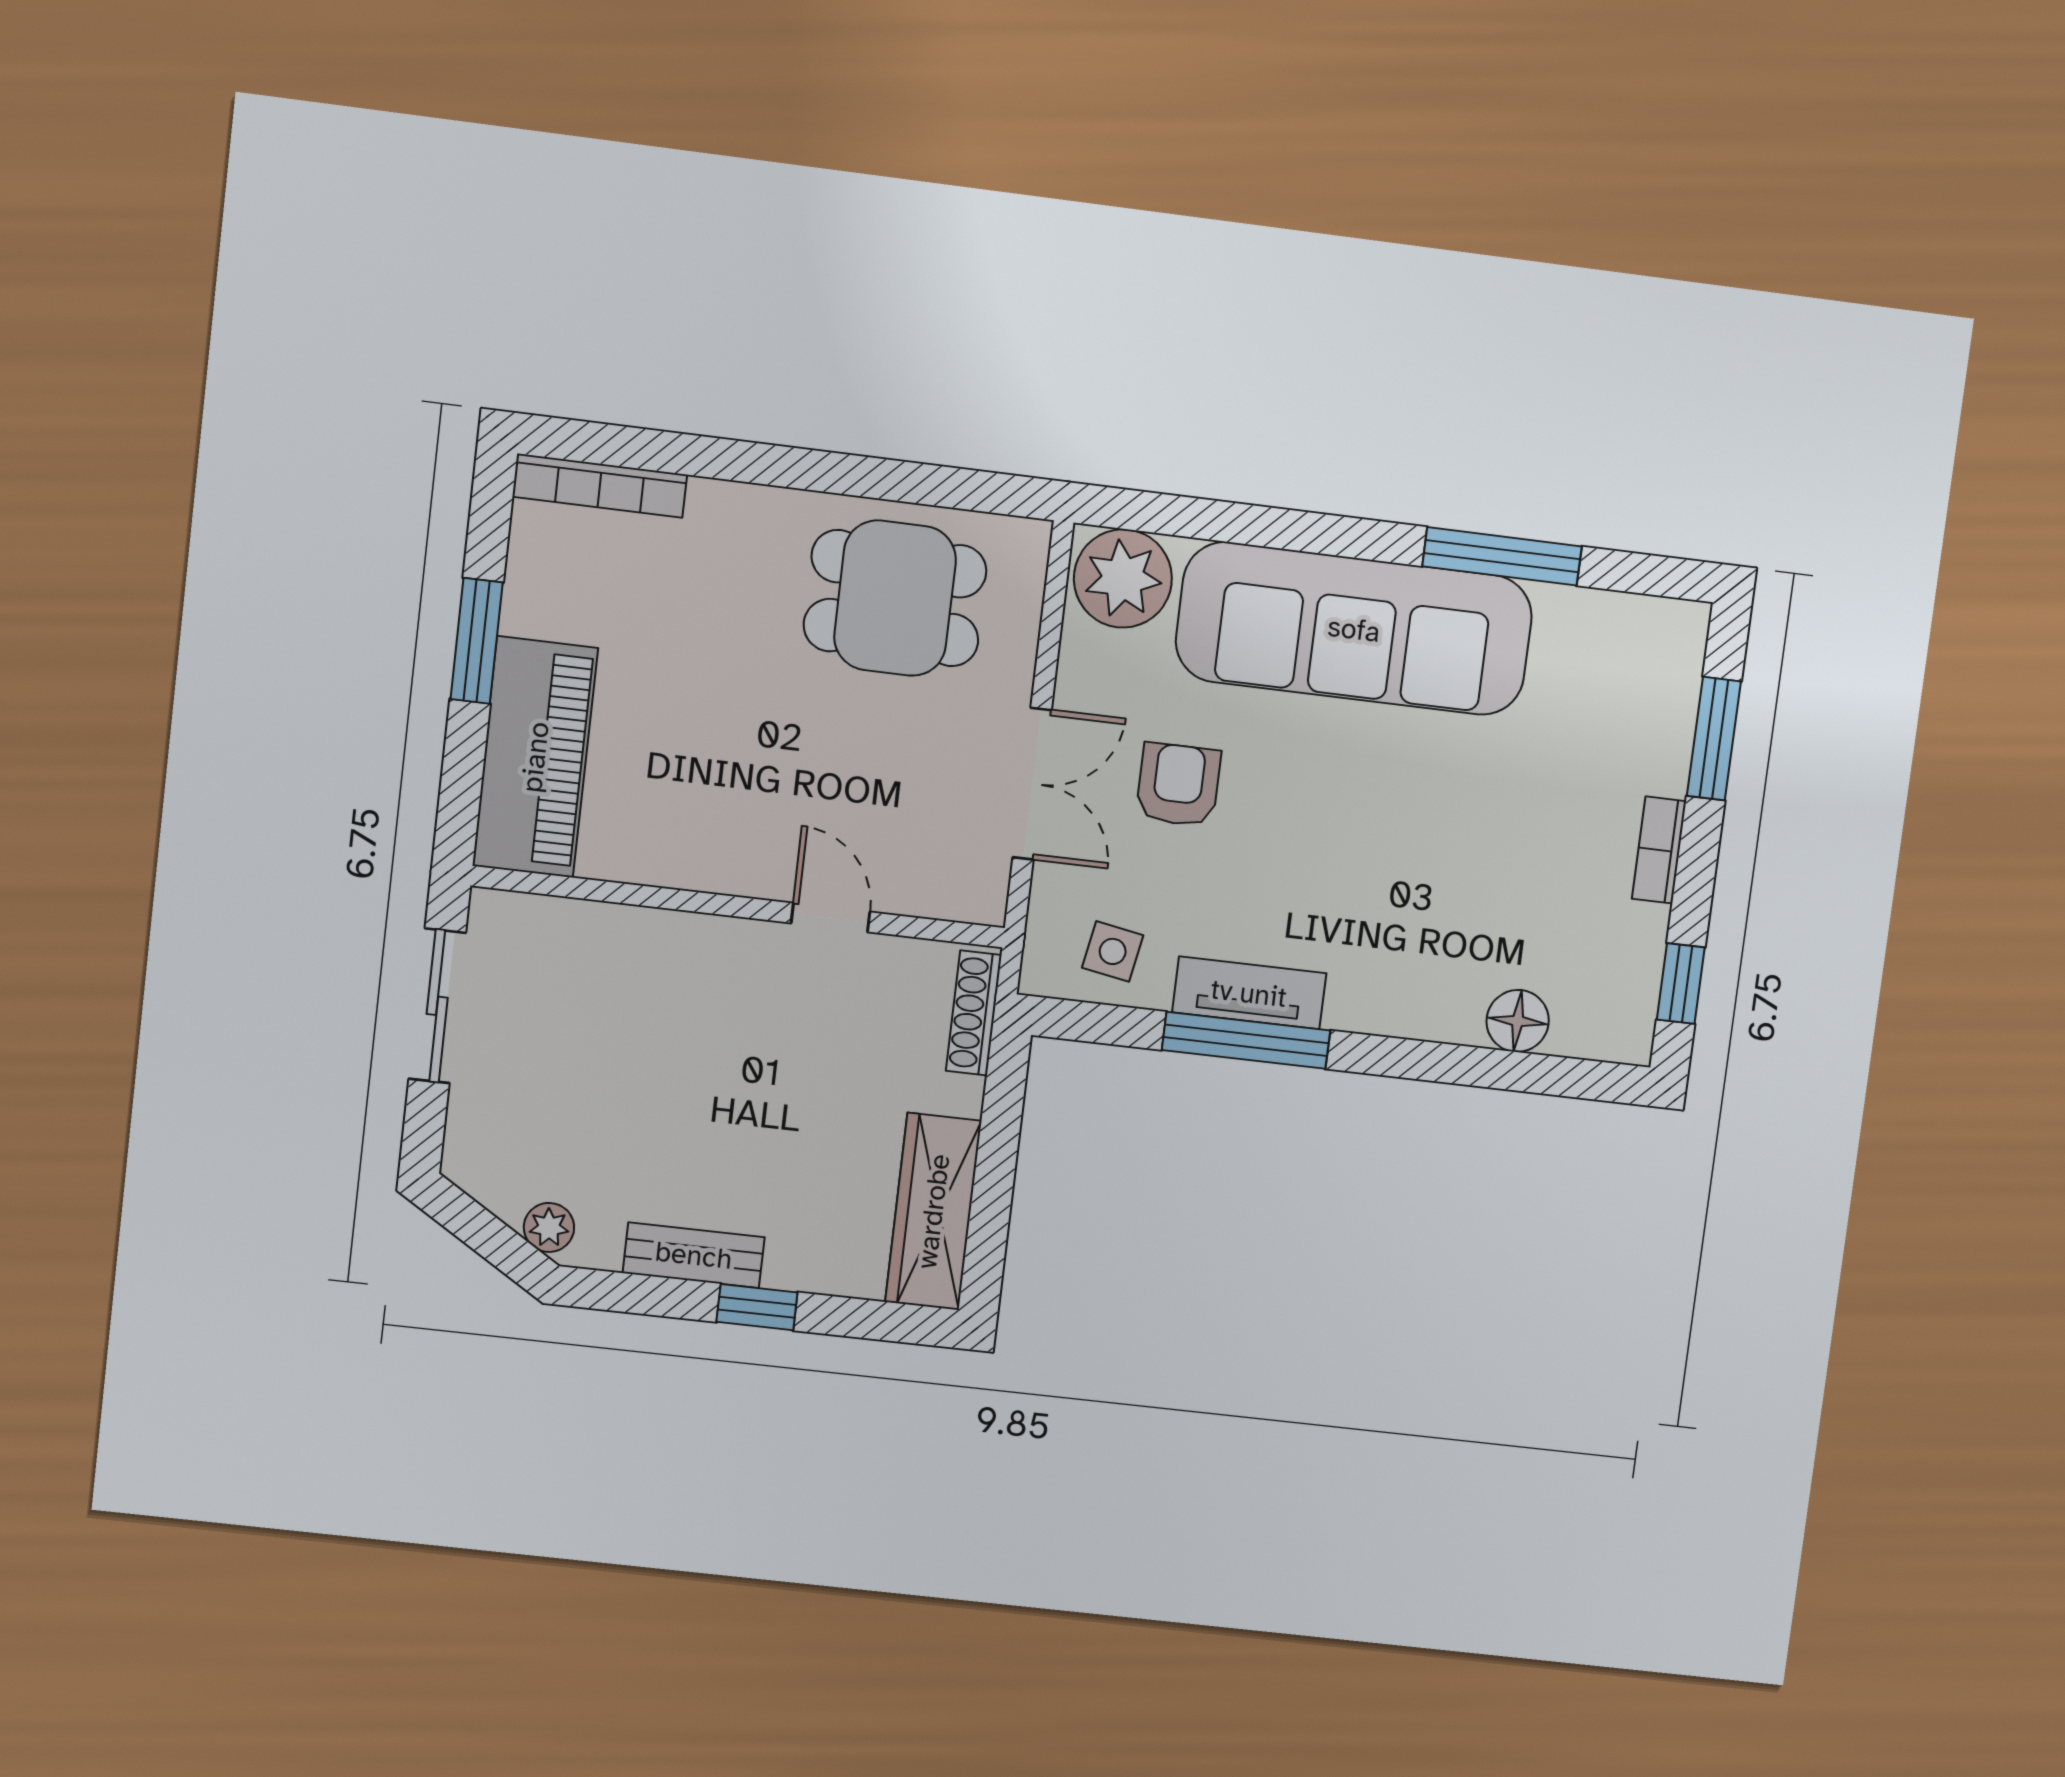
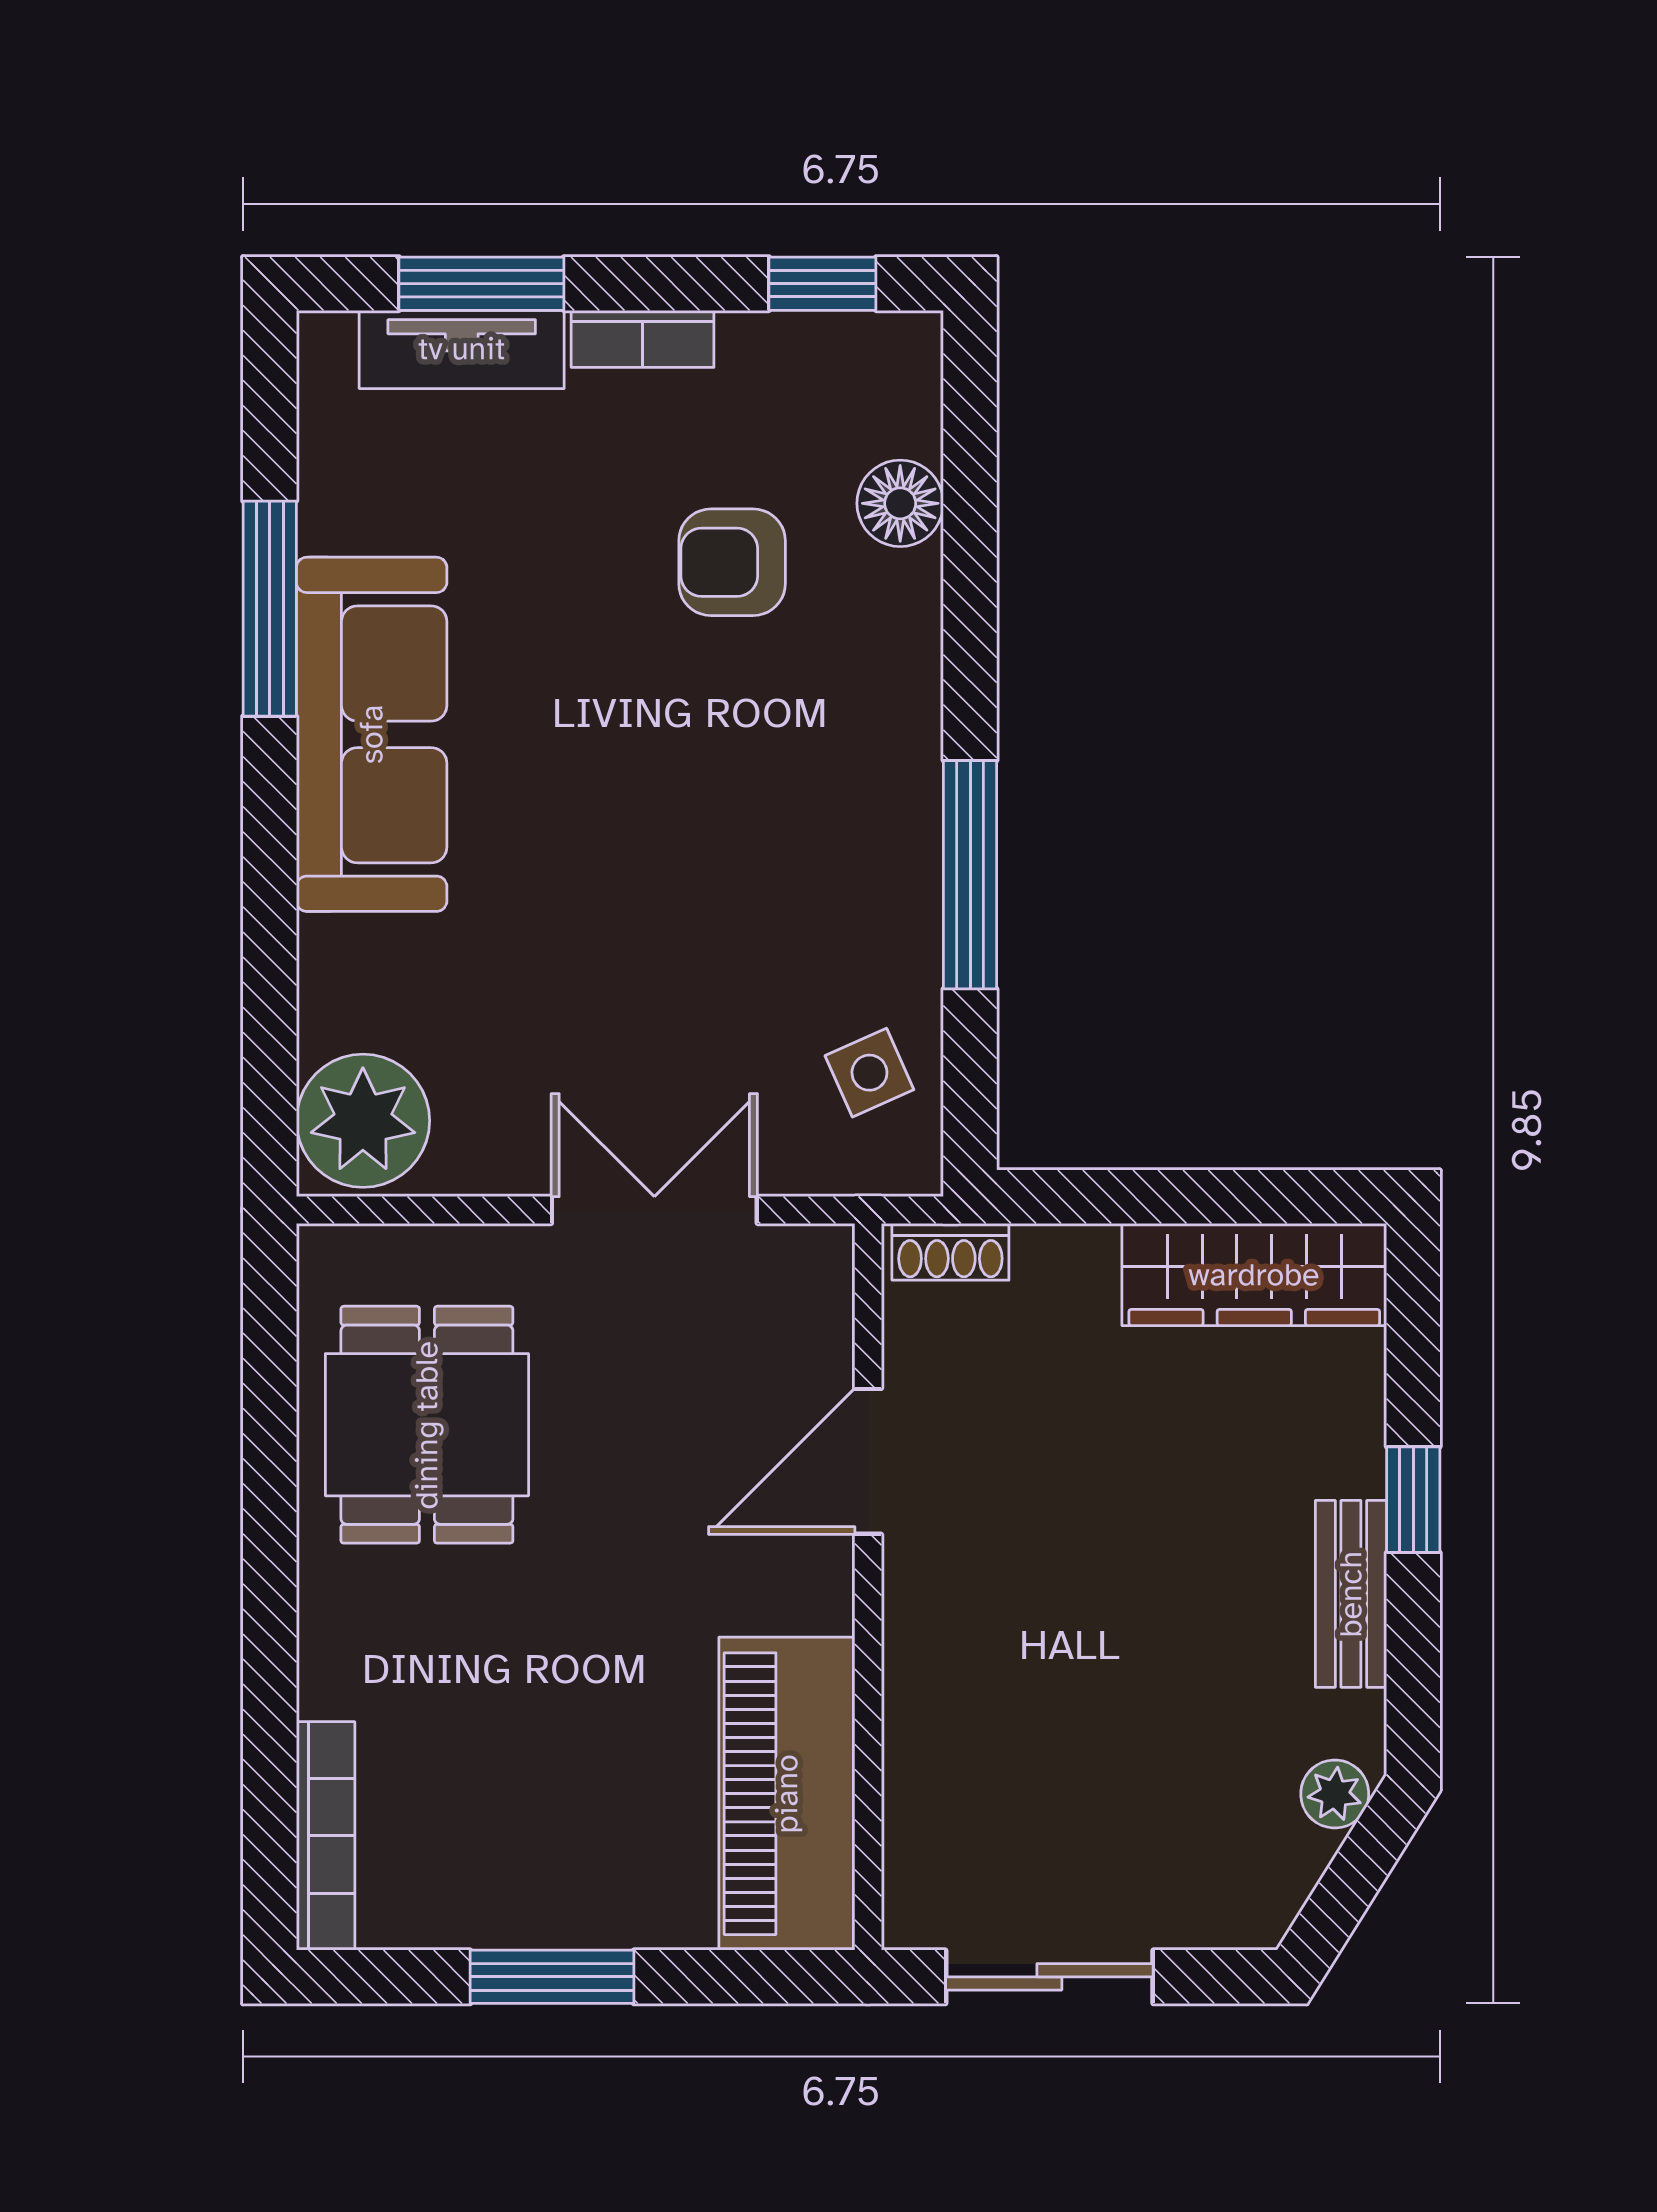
sofa: (1354, 629) -> (372, 734), width x0.74, depth x0.79
piano: (535, 757) -> (787, 1794), moved, turned -90
armchair: (1178, 785) -> (732, 562), moved
door: (830, 918) -> (868, 1461), width x1.38
side table: (1113, 951) -> (869, 1073), turned -34
tv unit: (1249, 993) -> (462, 349), moved, turned -90
shoe rack: (974, 1013) -> (950, 1252), width x0.70

